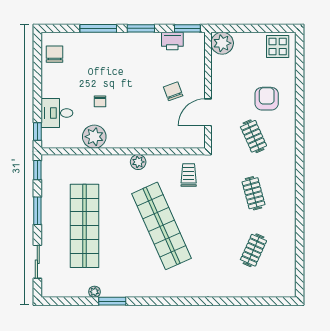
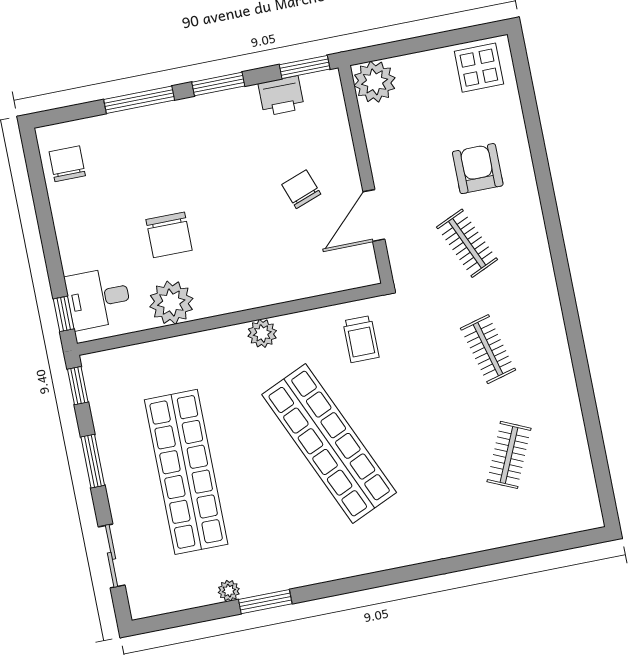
chair: (100, 101) -> (169, 235), width x1.87, depth x1.87
desk: (57, 113) -> (98, 298), moved
trolley: (189, 175) -> (361, 339), turned 180

